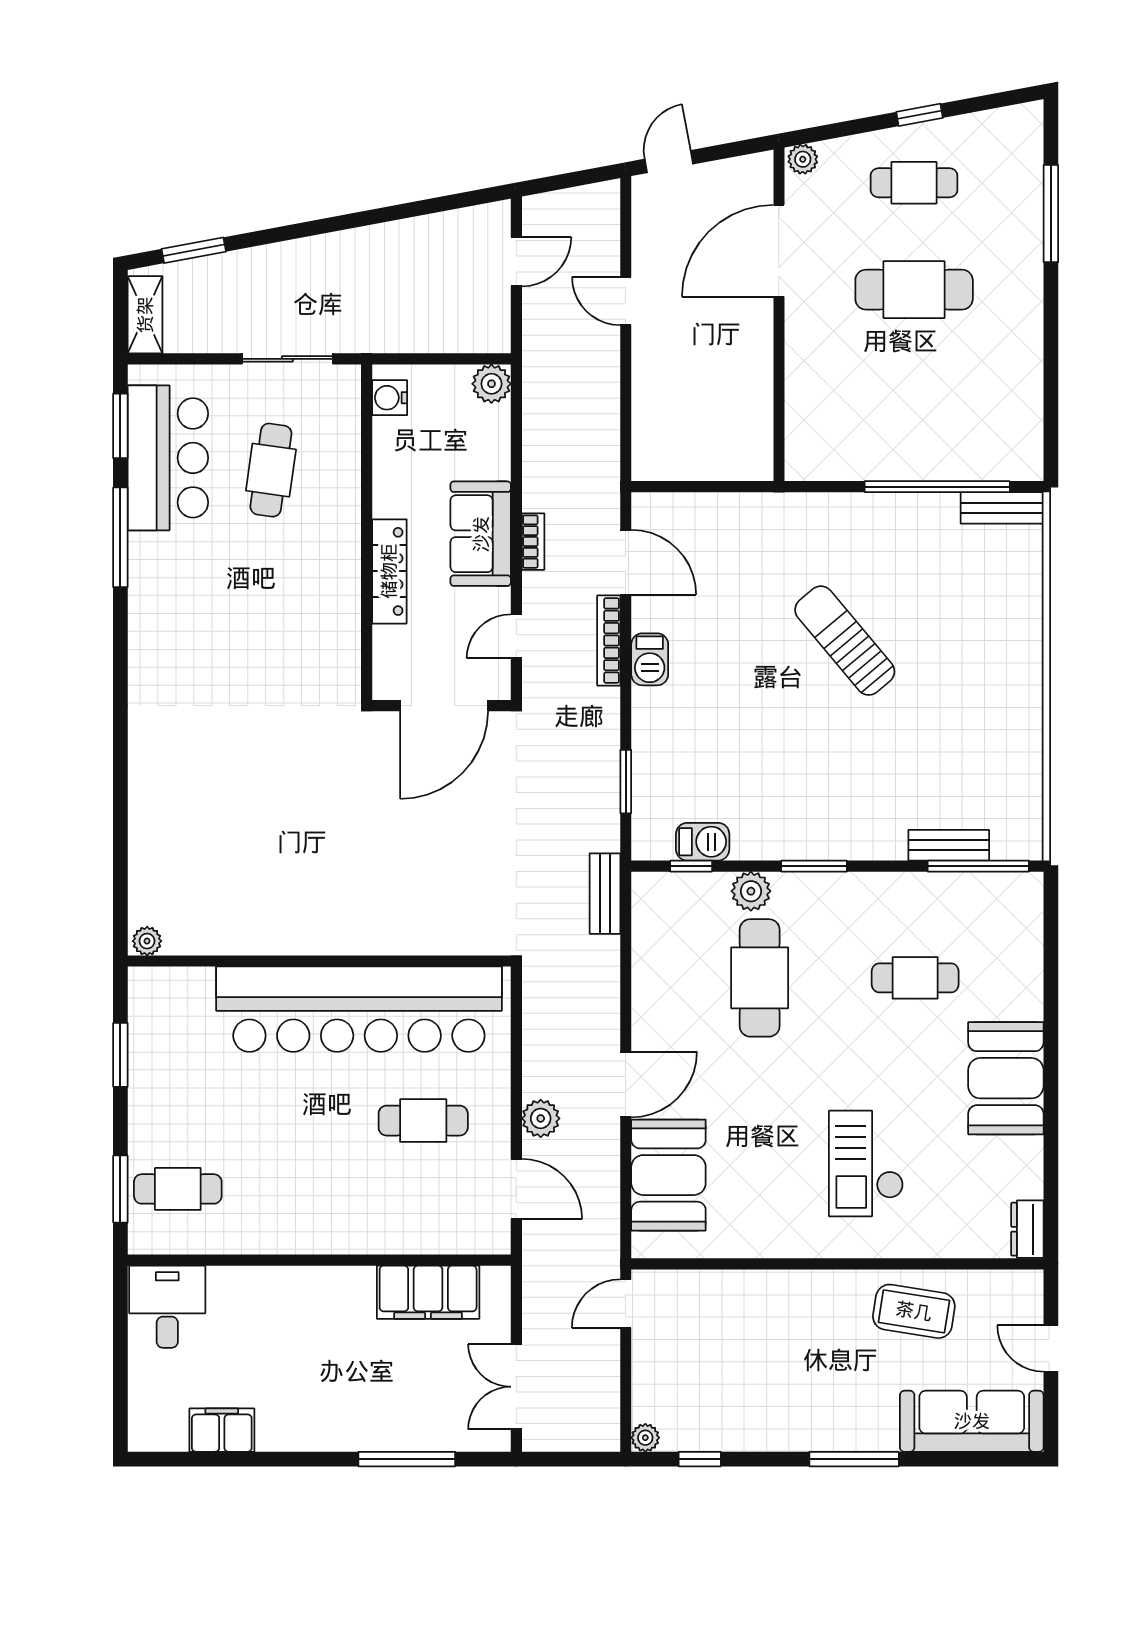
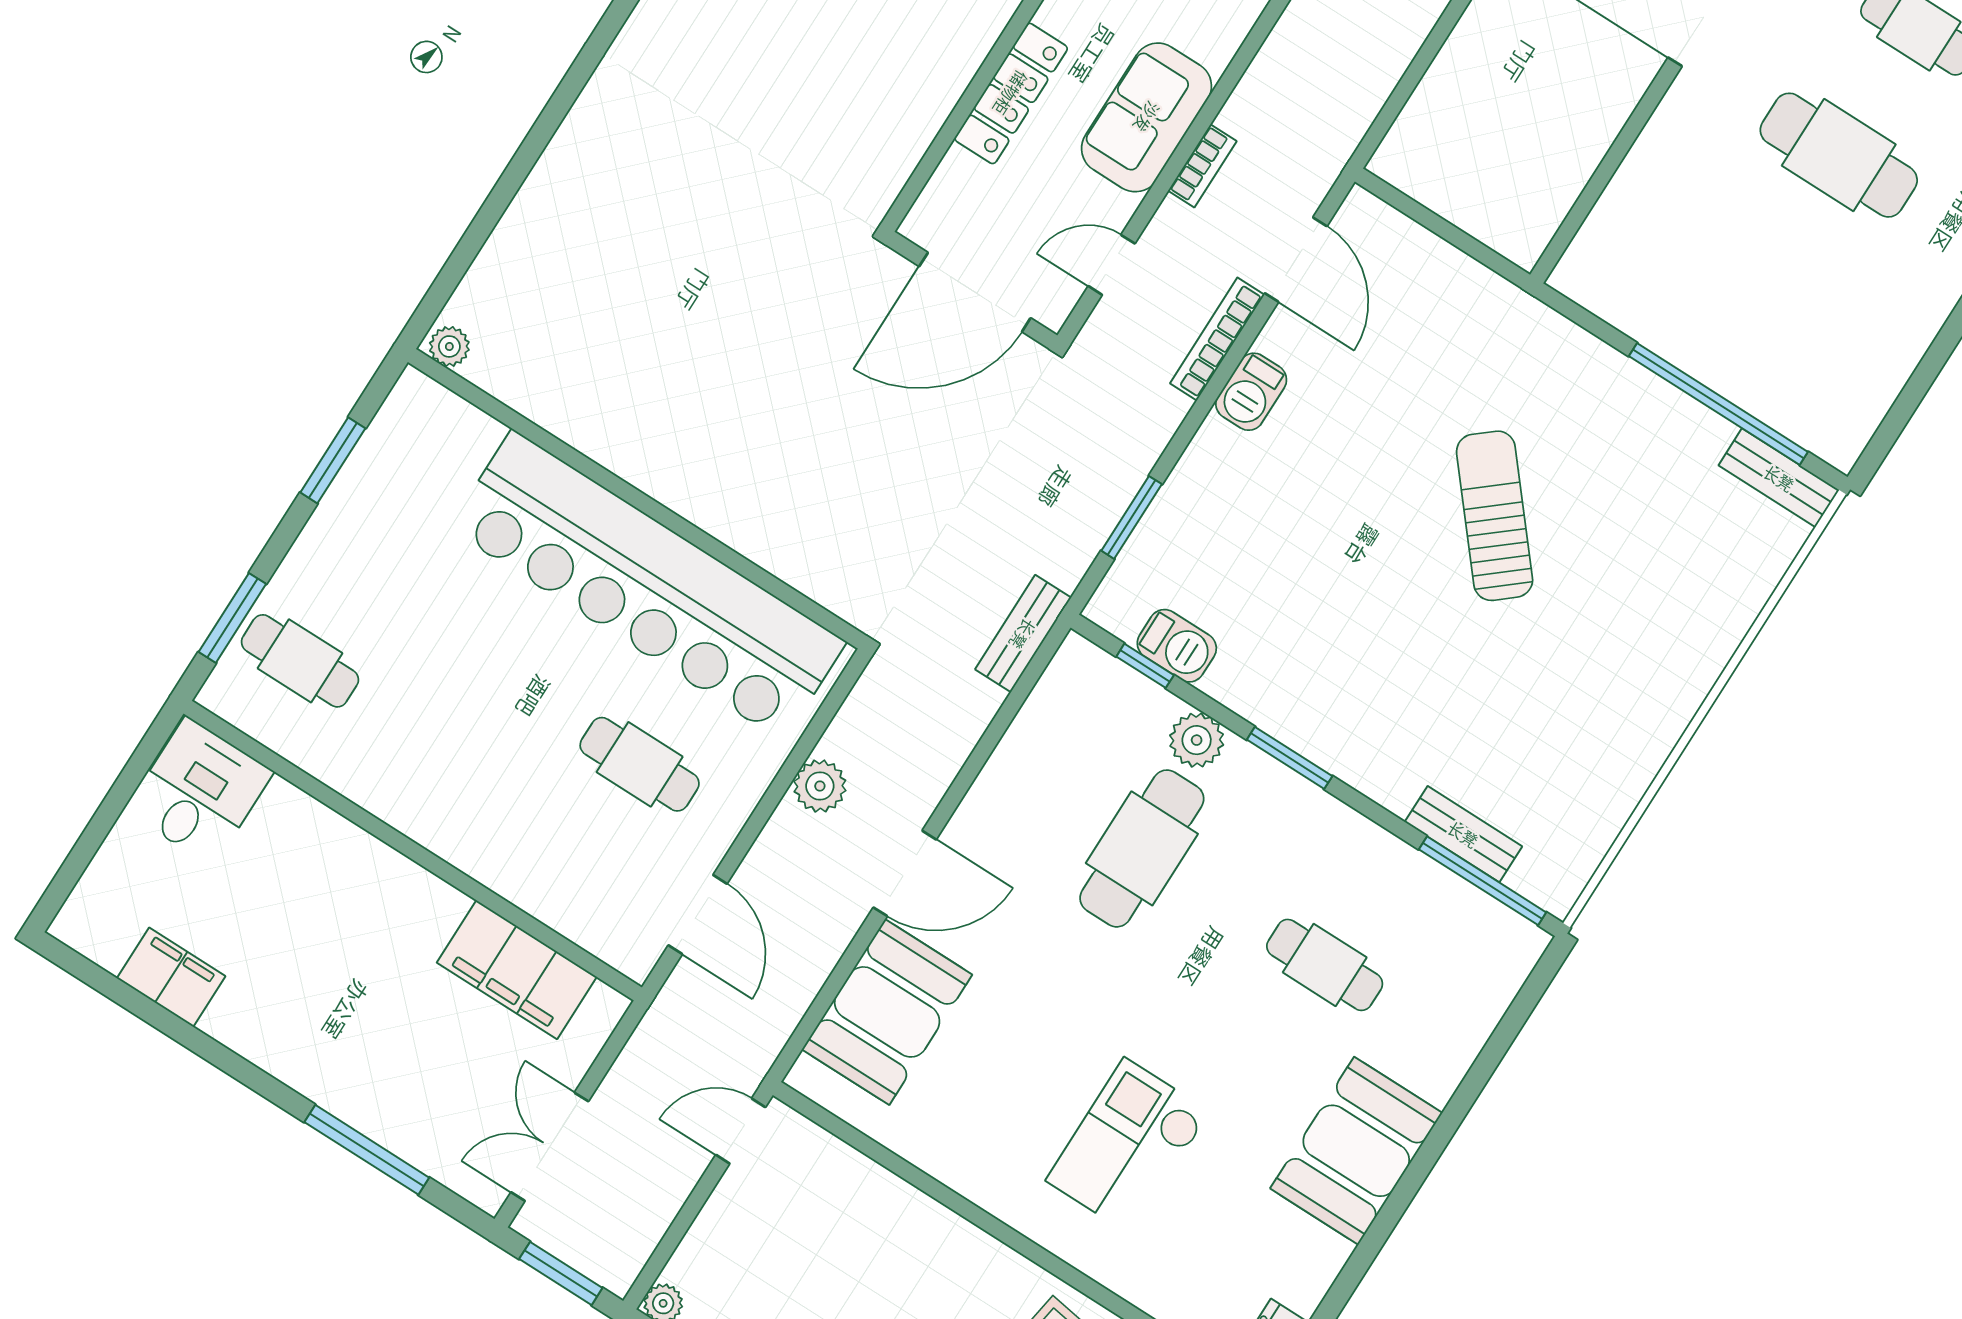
plant: (541, 1118) -> (820, 786), moved
window: (572, 1459) -> (561, 1273), added

